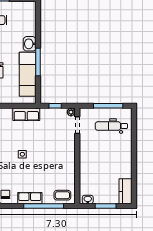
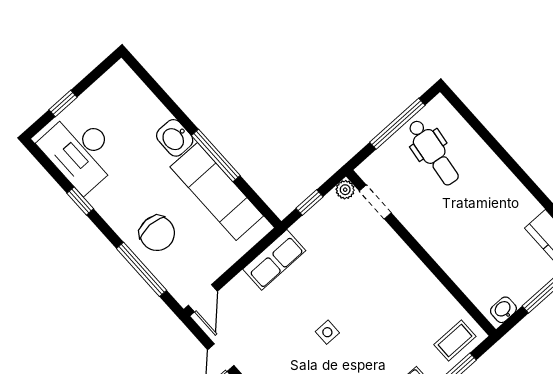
dental chair: (111, 126) -> (433, 152), turned -82

